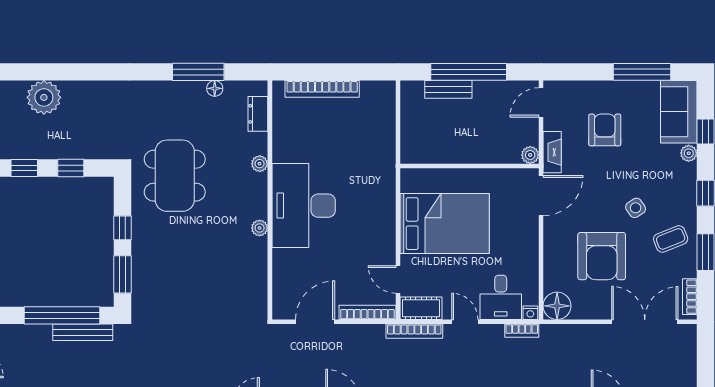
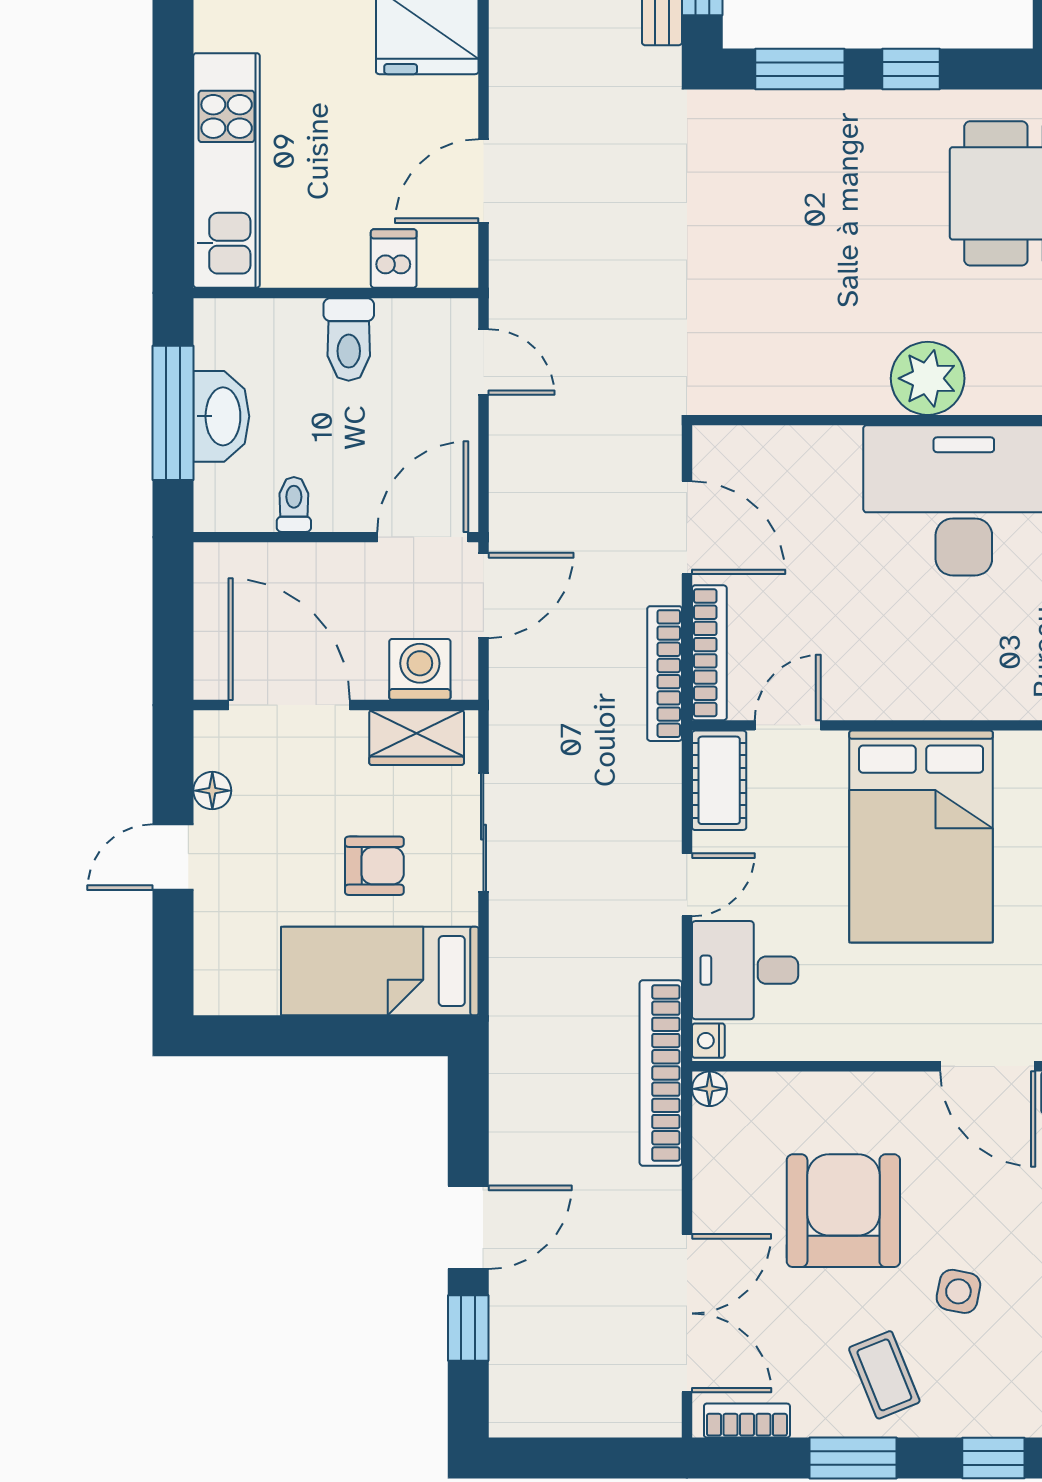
side table: (636, 208) -> (958, 1291), turned 45
plant: (260, 228) -> (928, 378), width x1.87, depth x1.87
armchair: (602, 256) -> (843, 1211), turned 90
floor lamp: (557, 306) -> (709, 1089), width x0.53, depth x0.53
bookcase: (414, 331) -> (665, 674), moved
bookcase: (522, 331) -> (661, 1073), width x2.31, depth x1.31

